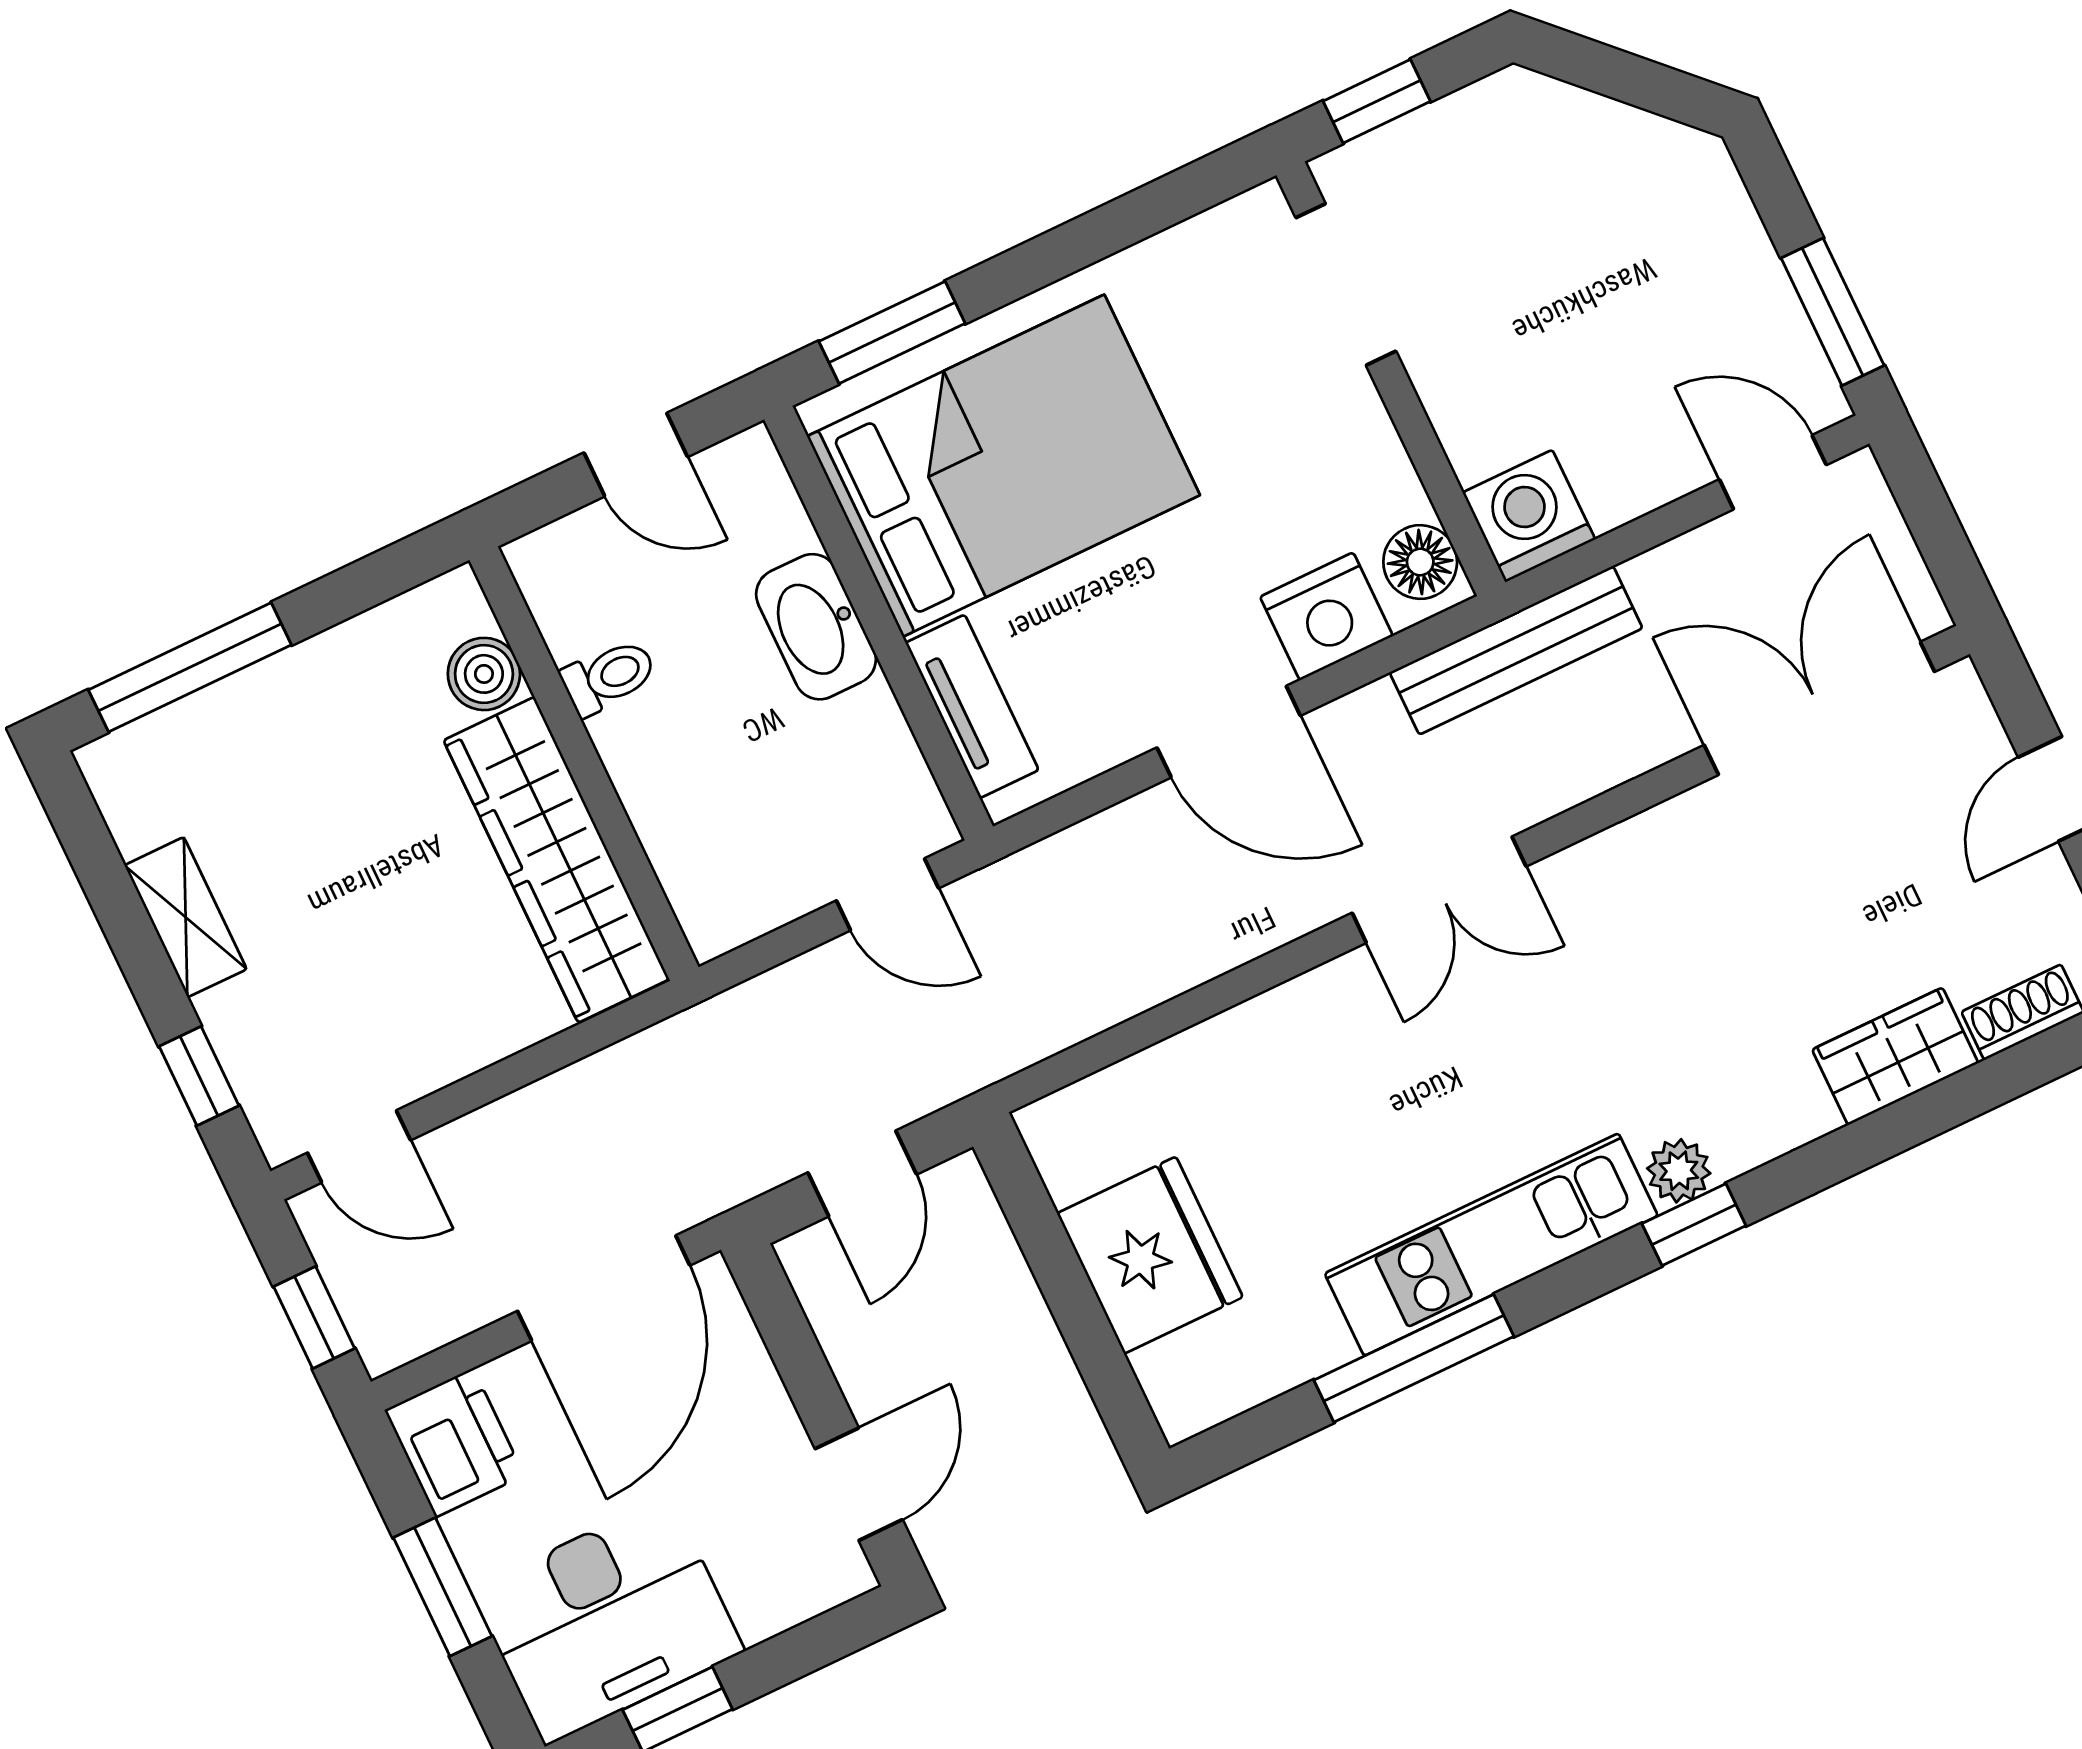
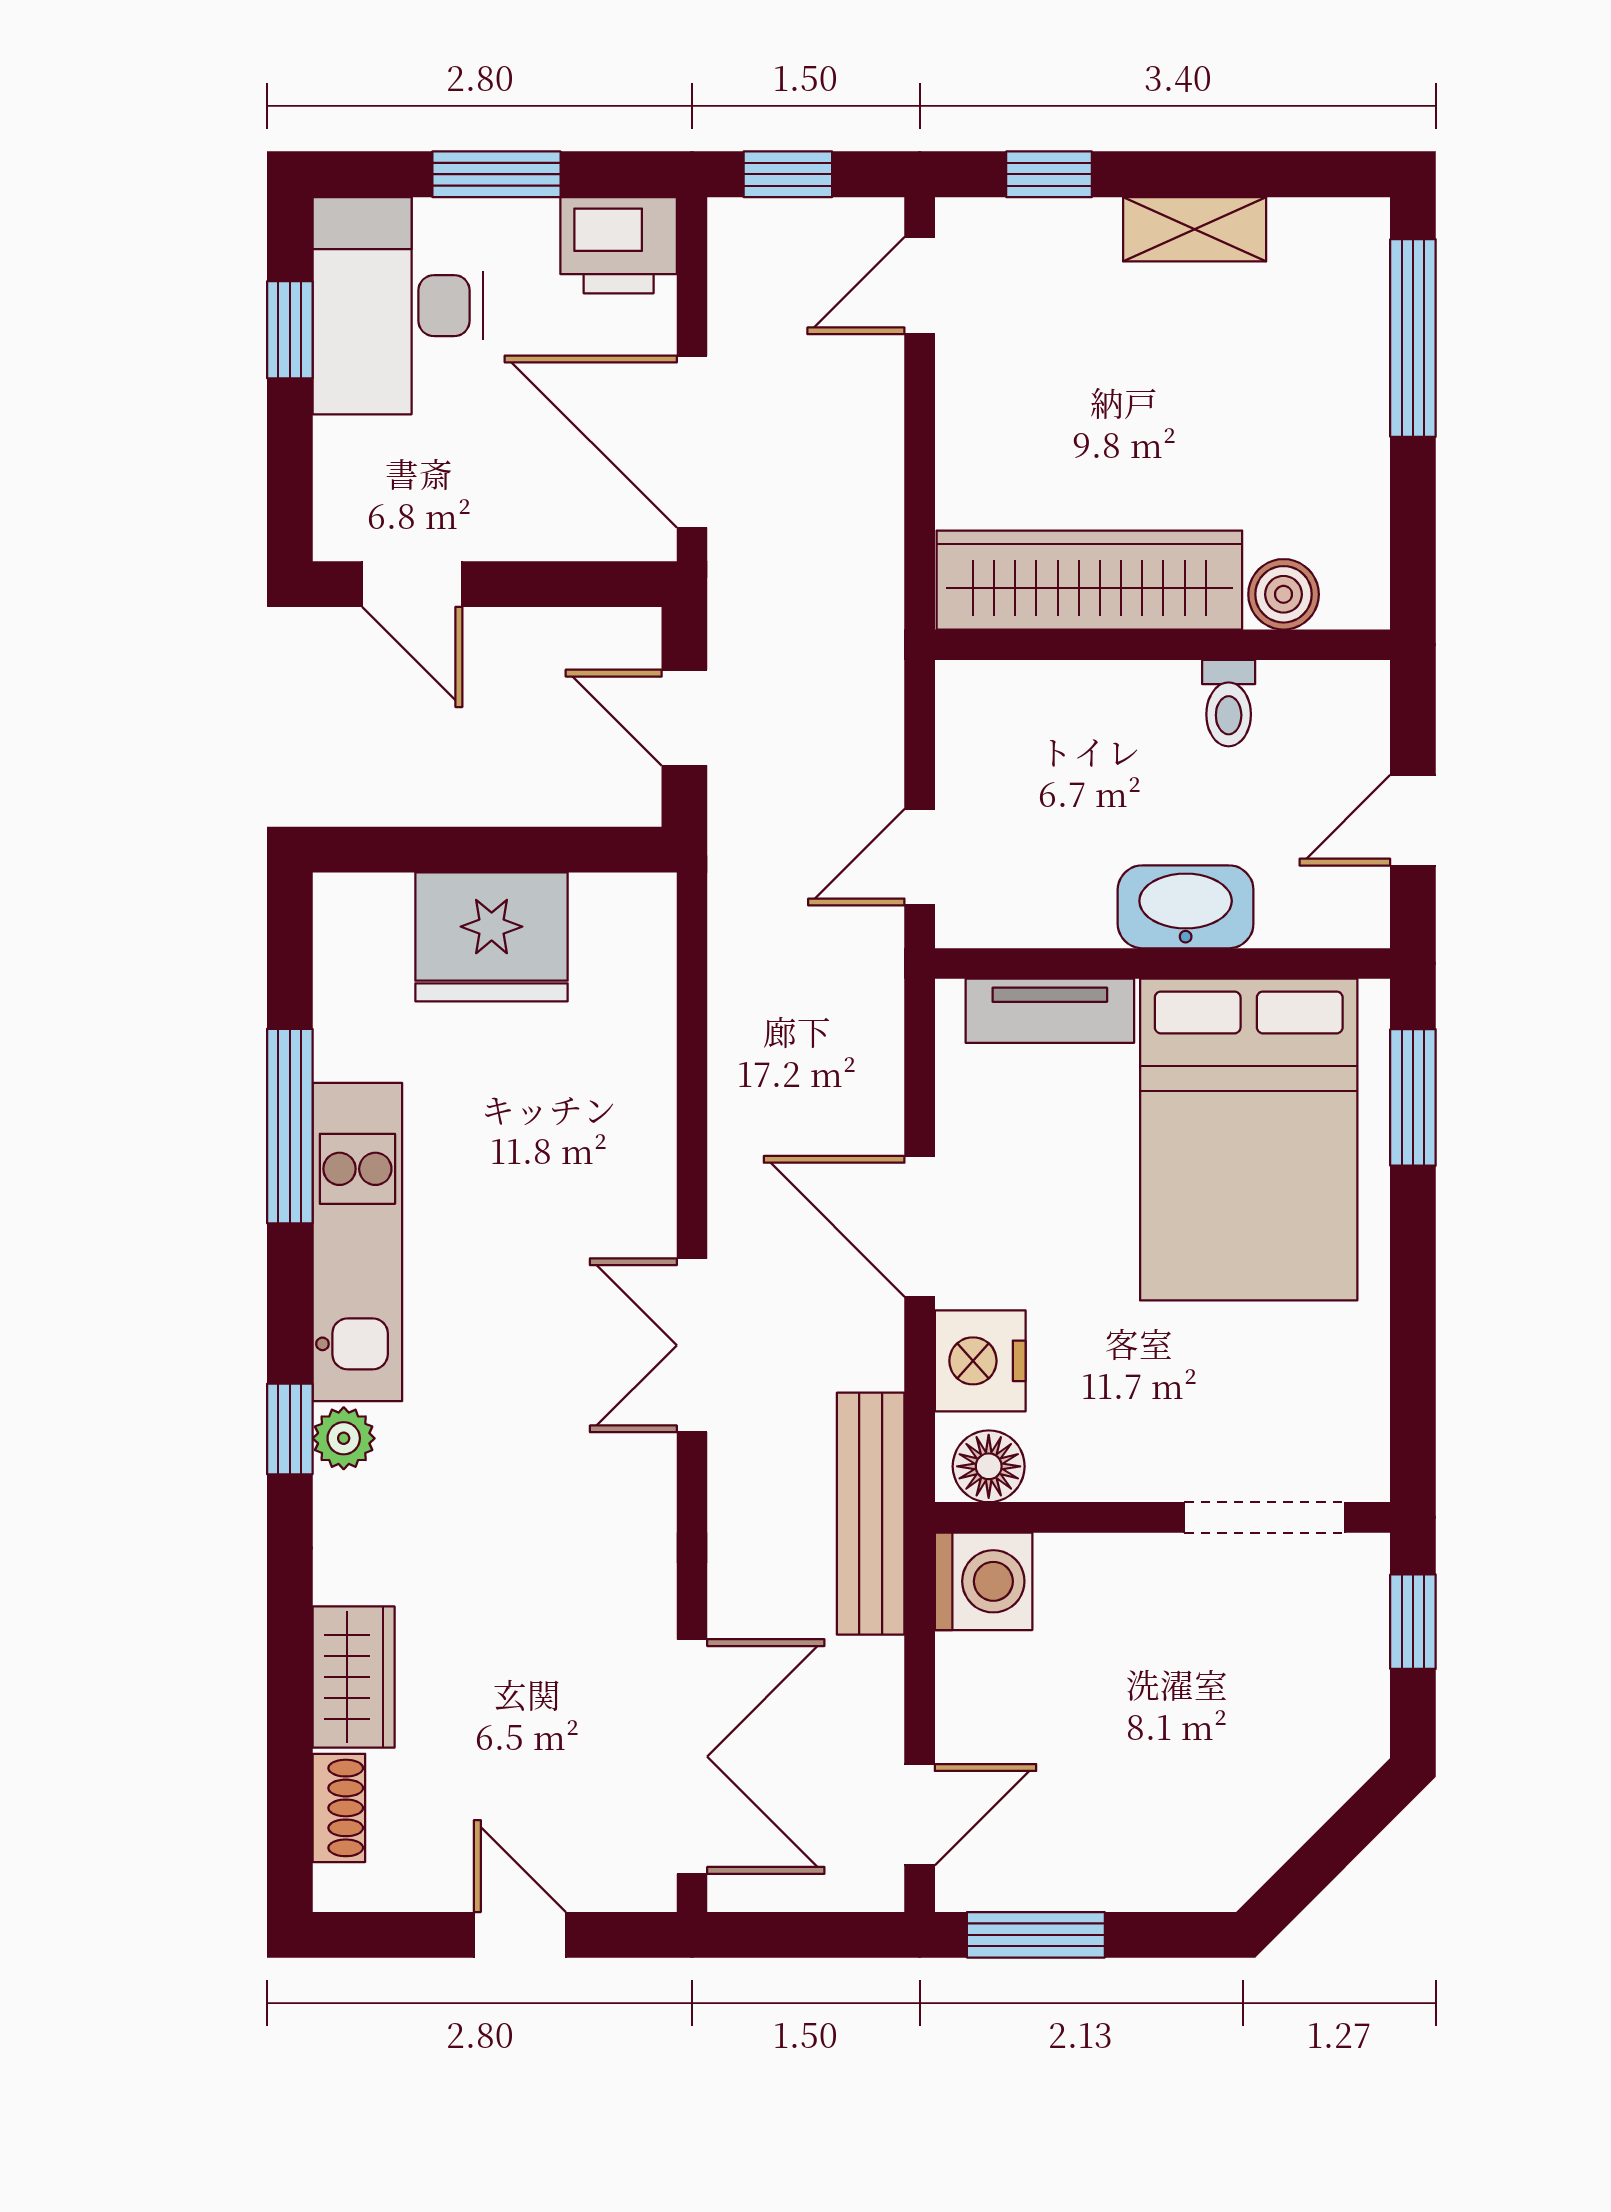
door: (1229, 732) -> (920, 1226), hinge flipped

